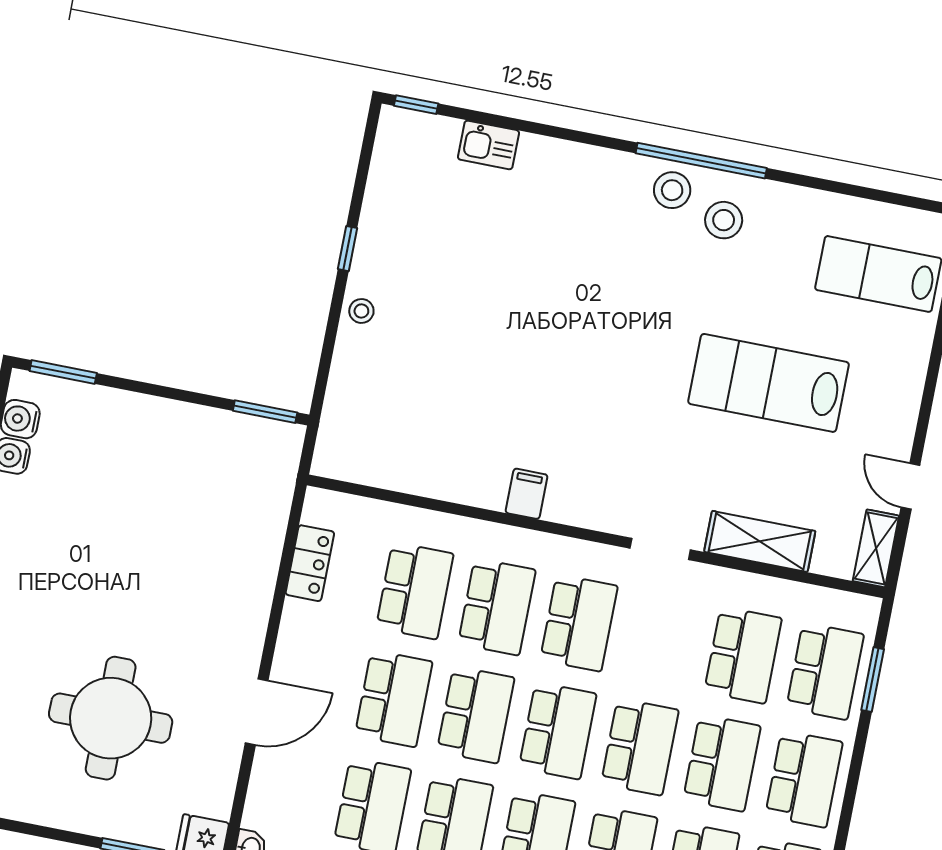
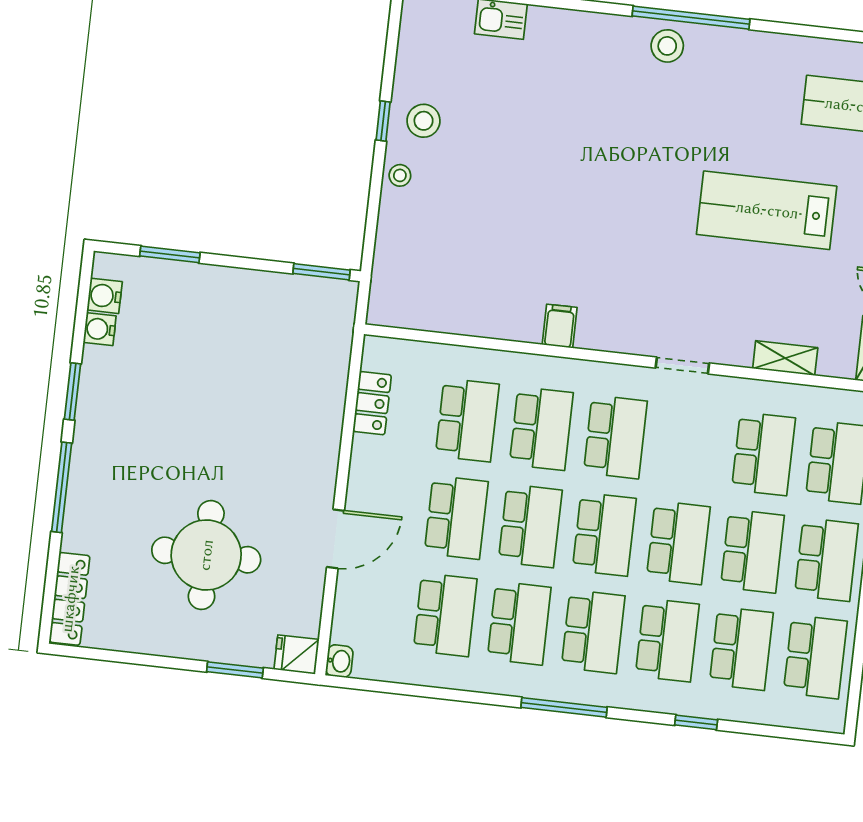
stool: (724, 220) -> (424, 121), moved
window: (63, 372) -> (170, 254), moved
shelving: (760, 541) -> (785, 358), width x0.67, depth x0.75

